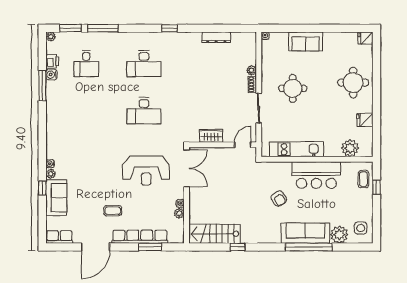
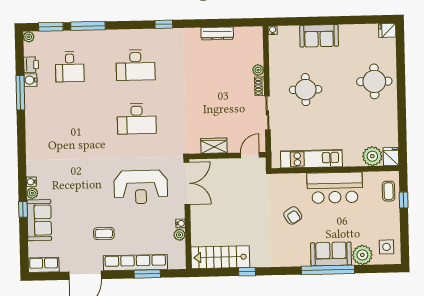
fridge: (365, 120) -> (391, 157), moved, turned 90
sofa: (305, 233) -> (331, 254), width x0.73

